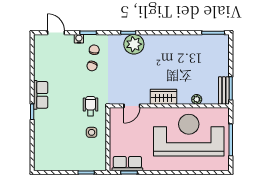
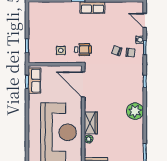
door: (56, 33) -> (145, 20), swing flipped
plant: (134, 44) -> (135, 111), moved
wardrobe: (164, 97) -> (91, 123), moved
door: (132, 106) -> (83, 84), width x1.87

